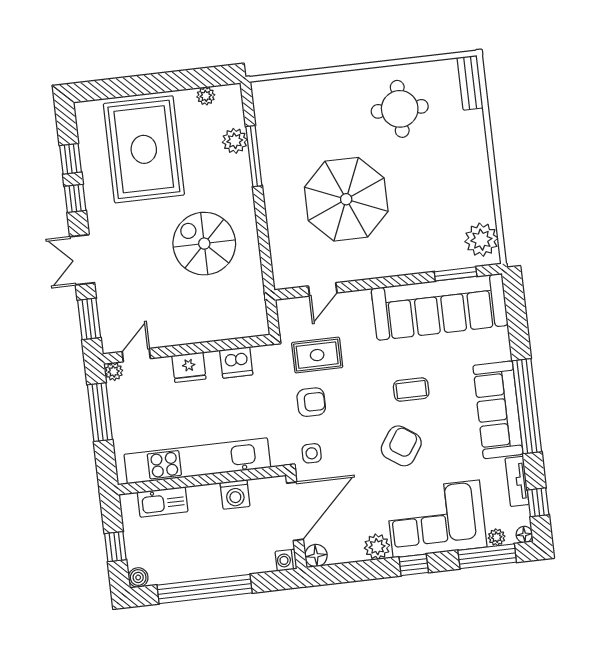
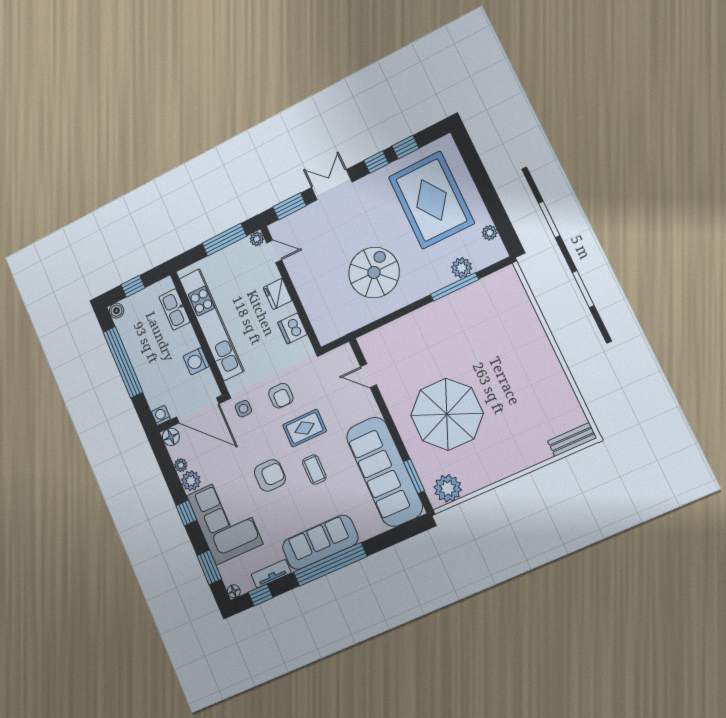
round table: (400, 109) -> (531, 389), removed
rug: (144, 149) -> (431, 200), turned 90
parasol: (346, 199) -> (447, 414), moved
rug: (317, 355) -> (305, 428), moved, turned 90
armchair: (401, 446) -> (270, 475), turned -34
plant: (497, 537) -> (181, 465), moved
window: (487, 556) -> (209, 567), width x0.69

